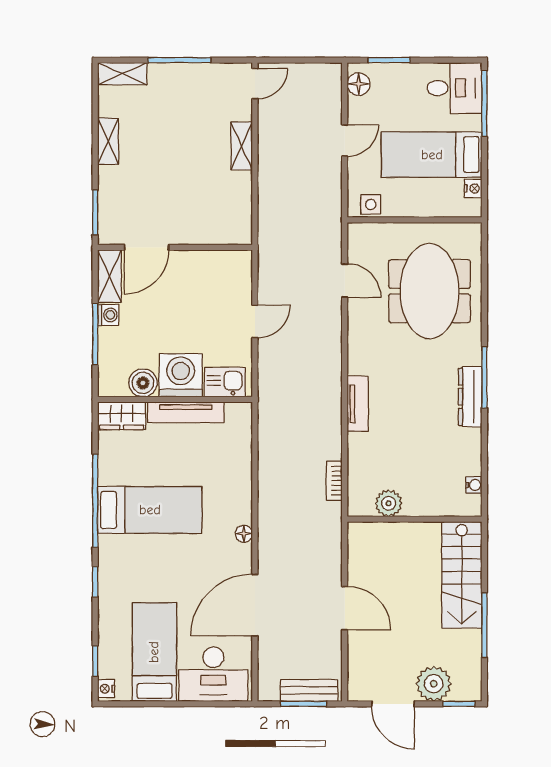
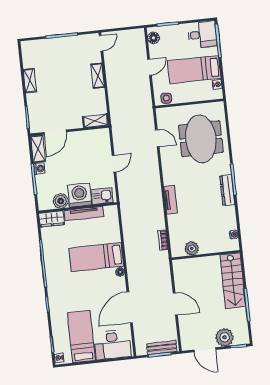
shelving: (122, 74) -> (95, 121), moved
bed: (150, 510) -> (96, 257), moved, turned 180

